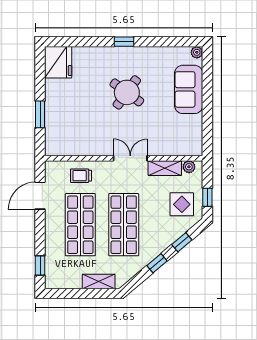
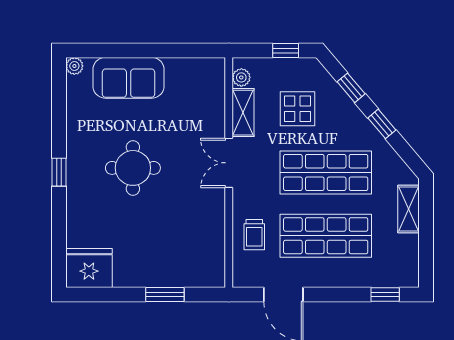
round table: (127, 92) -> (133, 168), turned -36
display table: (182, 204) -> (297, 109), moved

